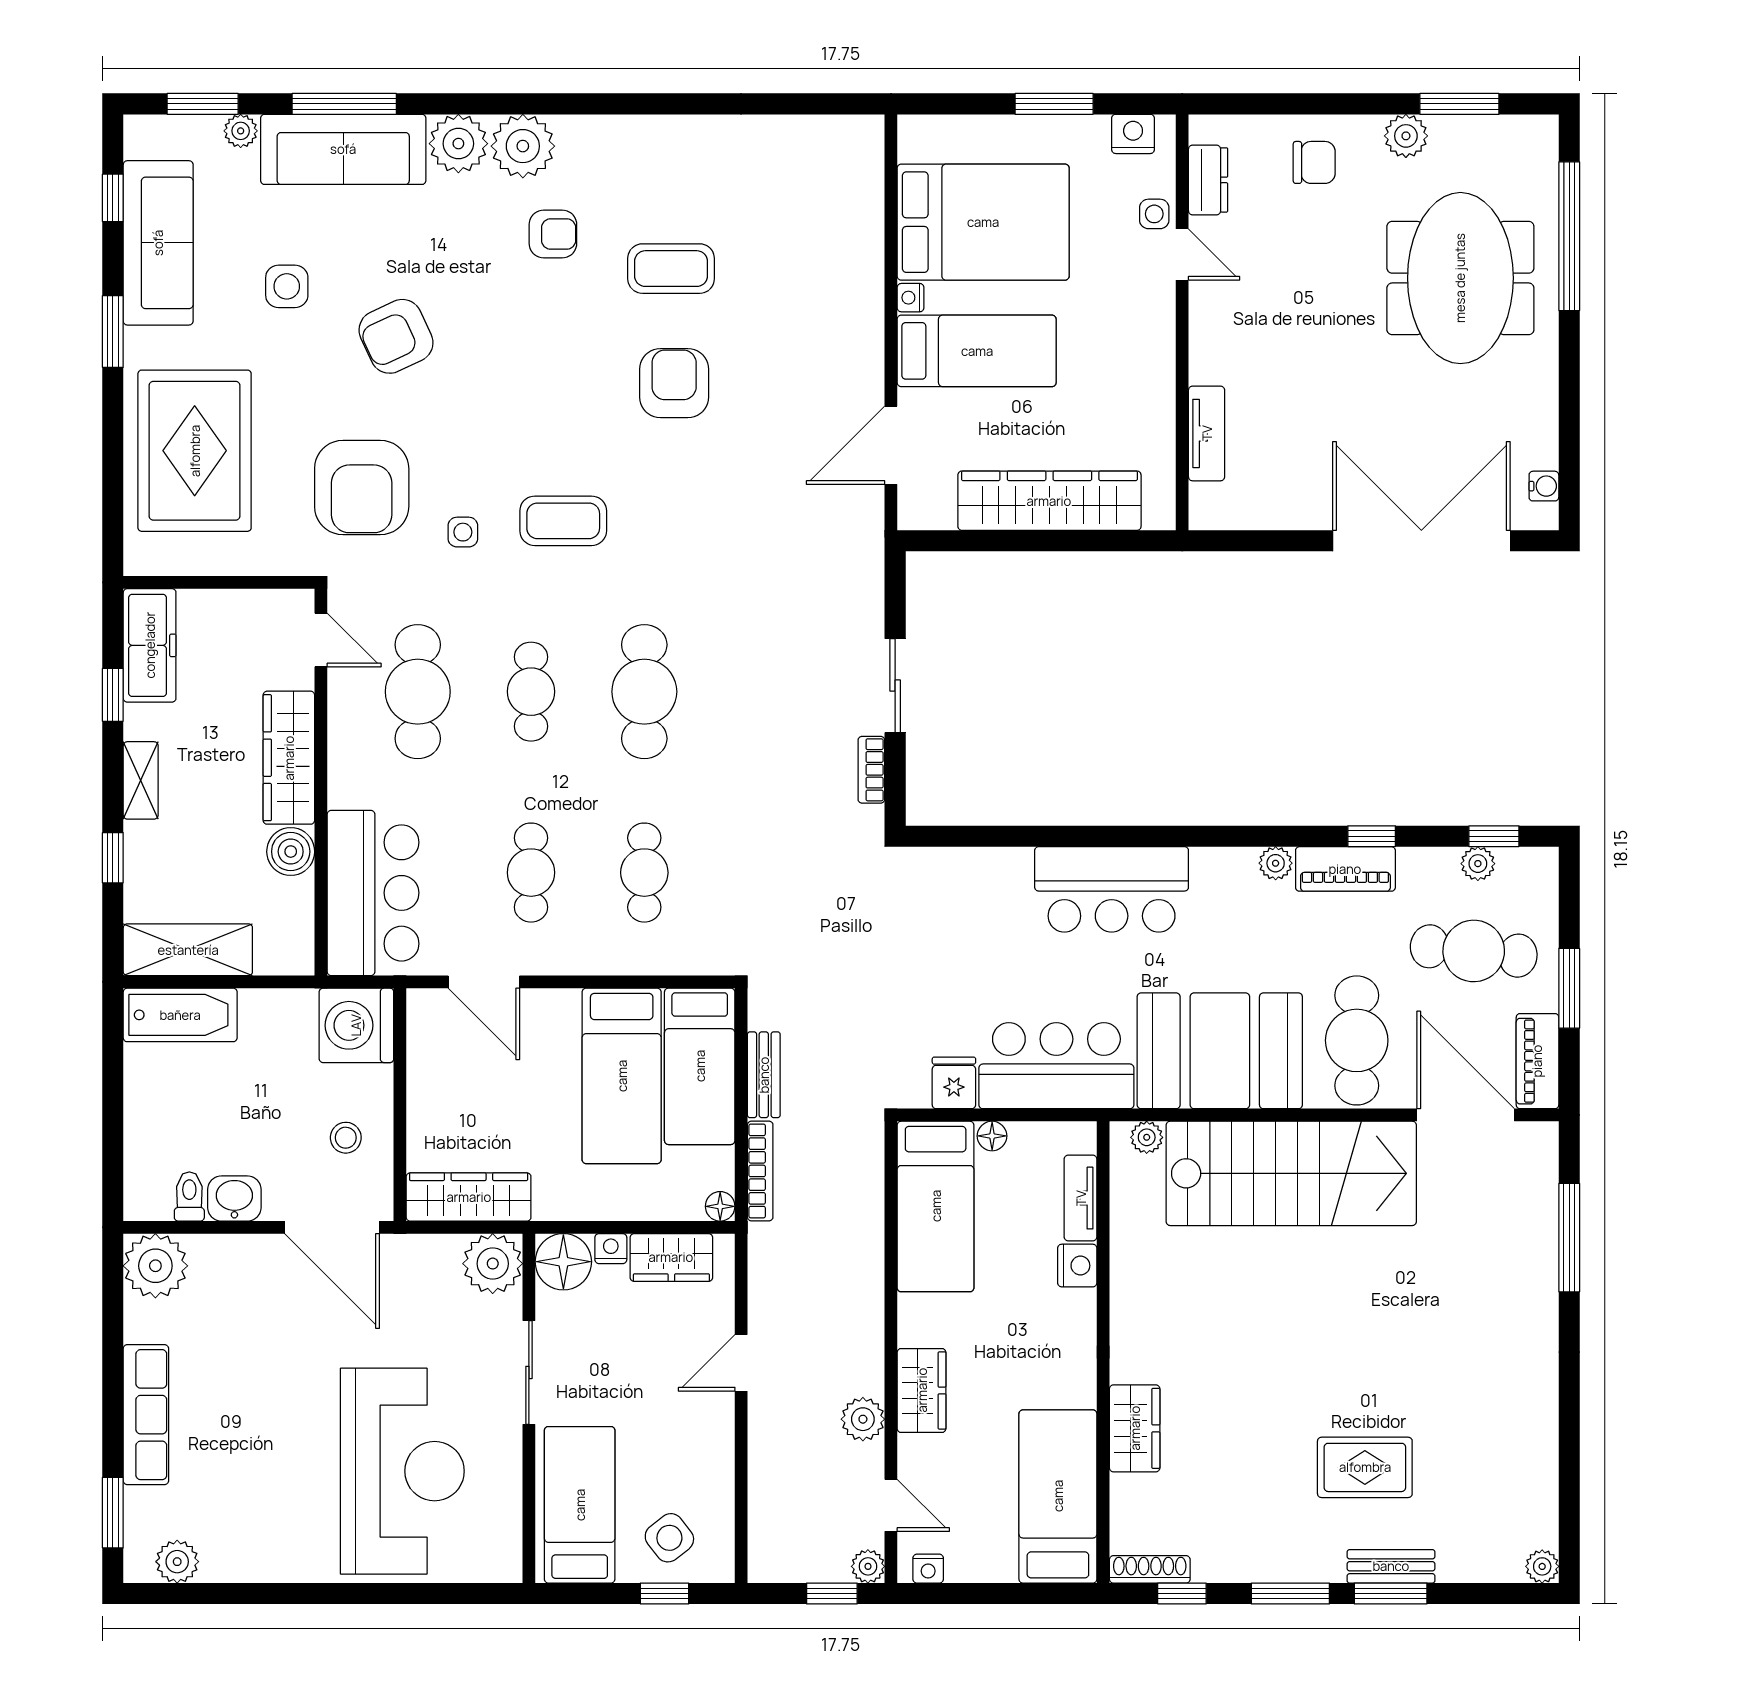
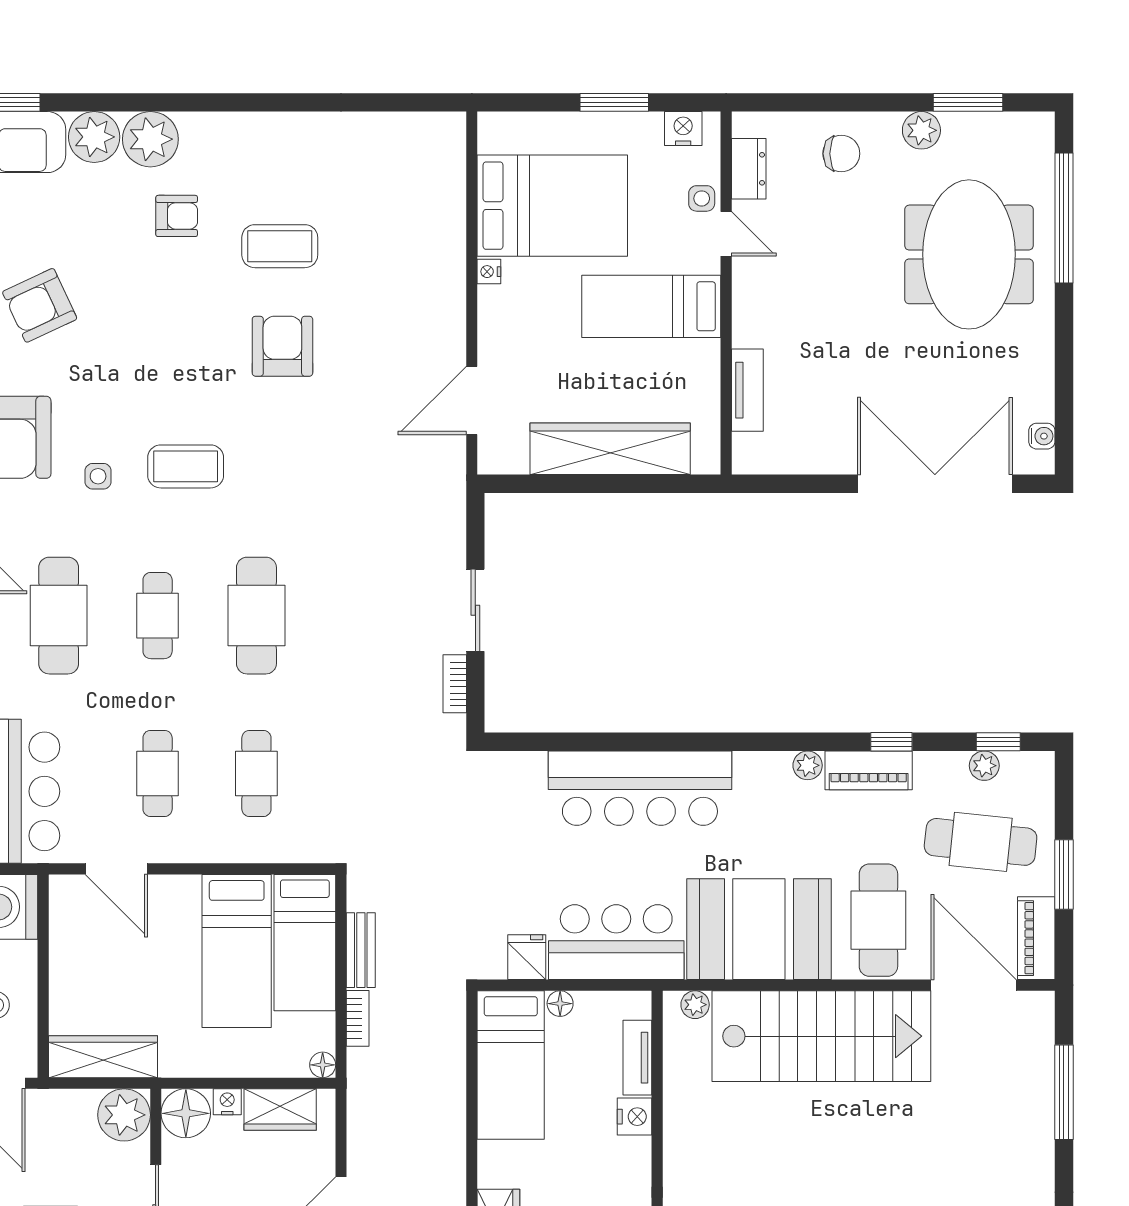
bed: (977, 351) -> (651, 306), moved, turned 180
bar counter: (1112, 889) -> (640, 788), width x1.36
bookcase: (760, 1171) -> (358, 1018), width x0.64

